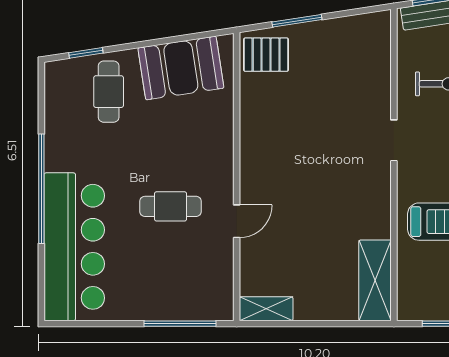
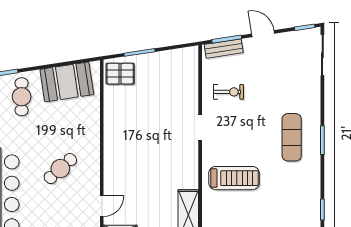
cafe table: (171, 206) -> (60, 169), turned -42
door: (237, 221) -> (102, 206), moved

